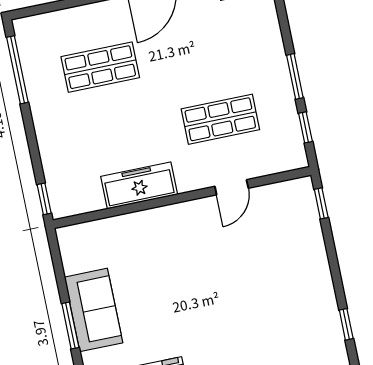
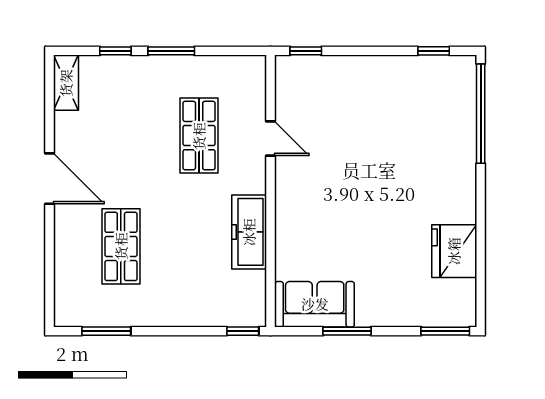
window: (17, 70) -> (106, 331), width x0.69
window: (305, 127) -> (115, 51), moved
sofa: (94, 310) -> (315, 304), moved
window: (70, 325) -> (347, 331), moved

